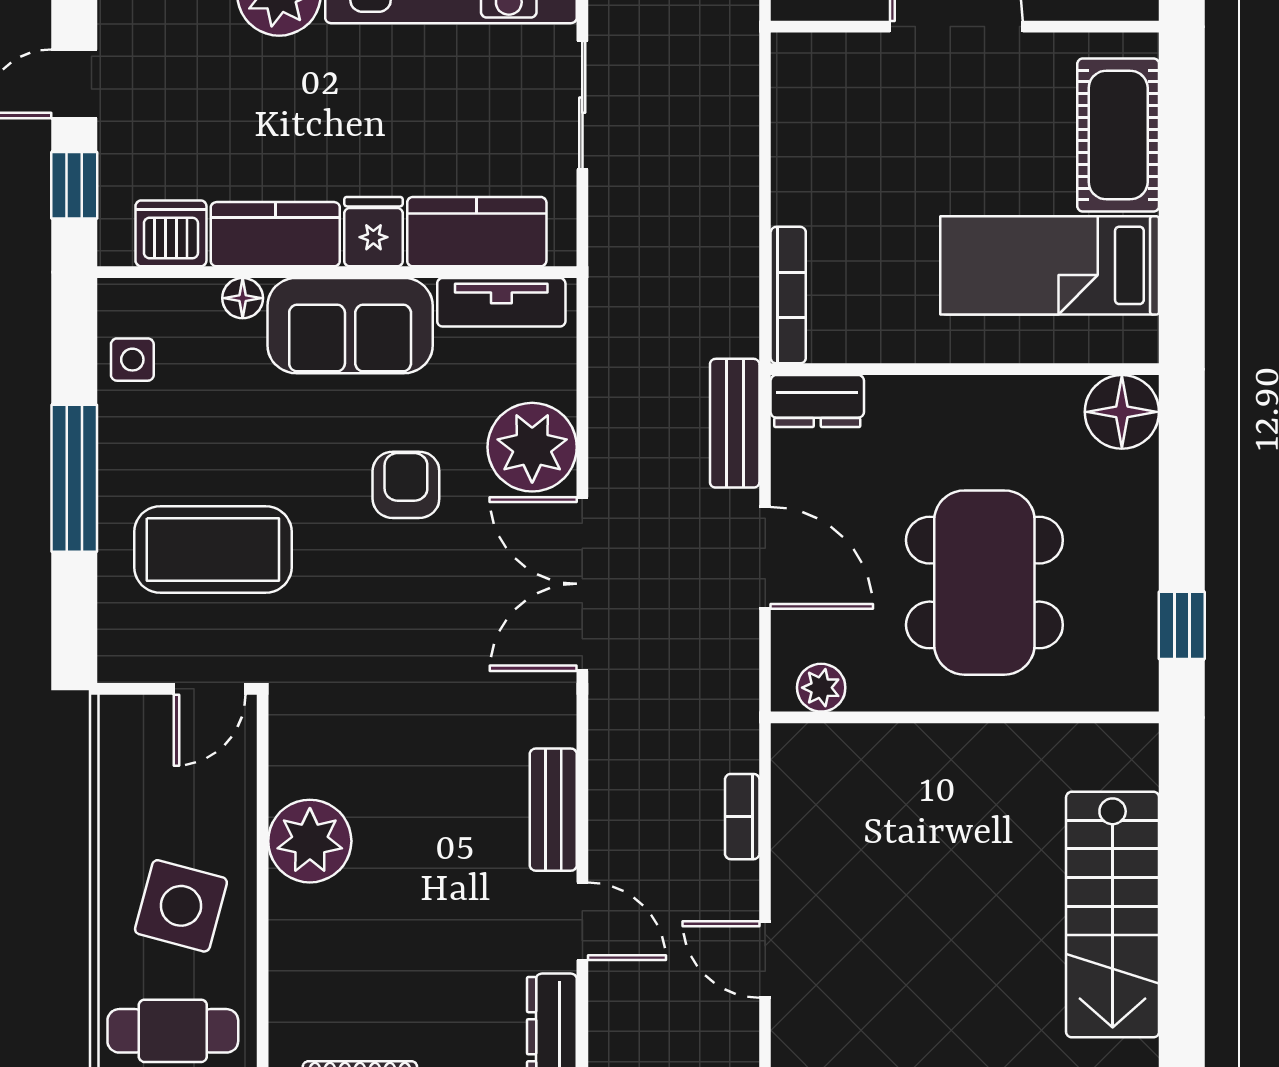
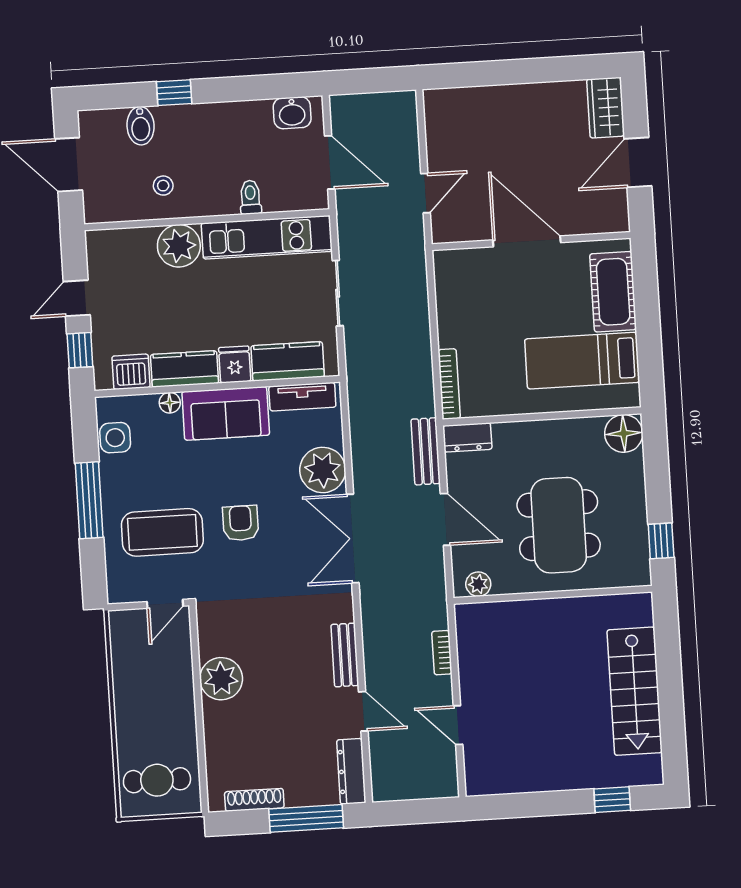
side table: (132, 360) -> (115, 438), width x1.37, depth x1.37
armchair: (406, 485) -> (241, 523), moved
side table: (181, 906) -> (157, 716), removed

